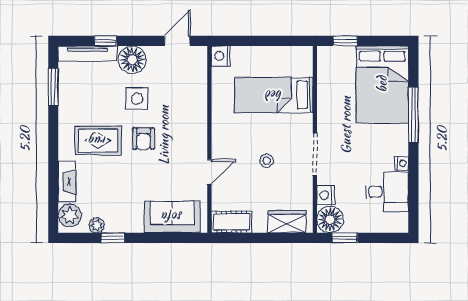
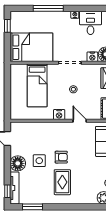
window: (105, 41) -> (7, 191), moved
window: (345, 41) -> (7, 26), moved
nightstand: (221, 56) -> (59, 115), moved
bed: (382, 84) -> (31, 47), moved
fireplace: (67, 182) -> (85, 199), removed

